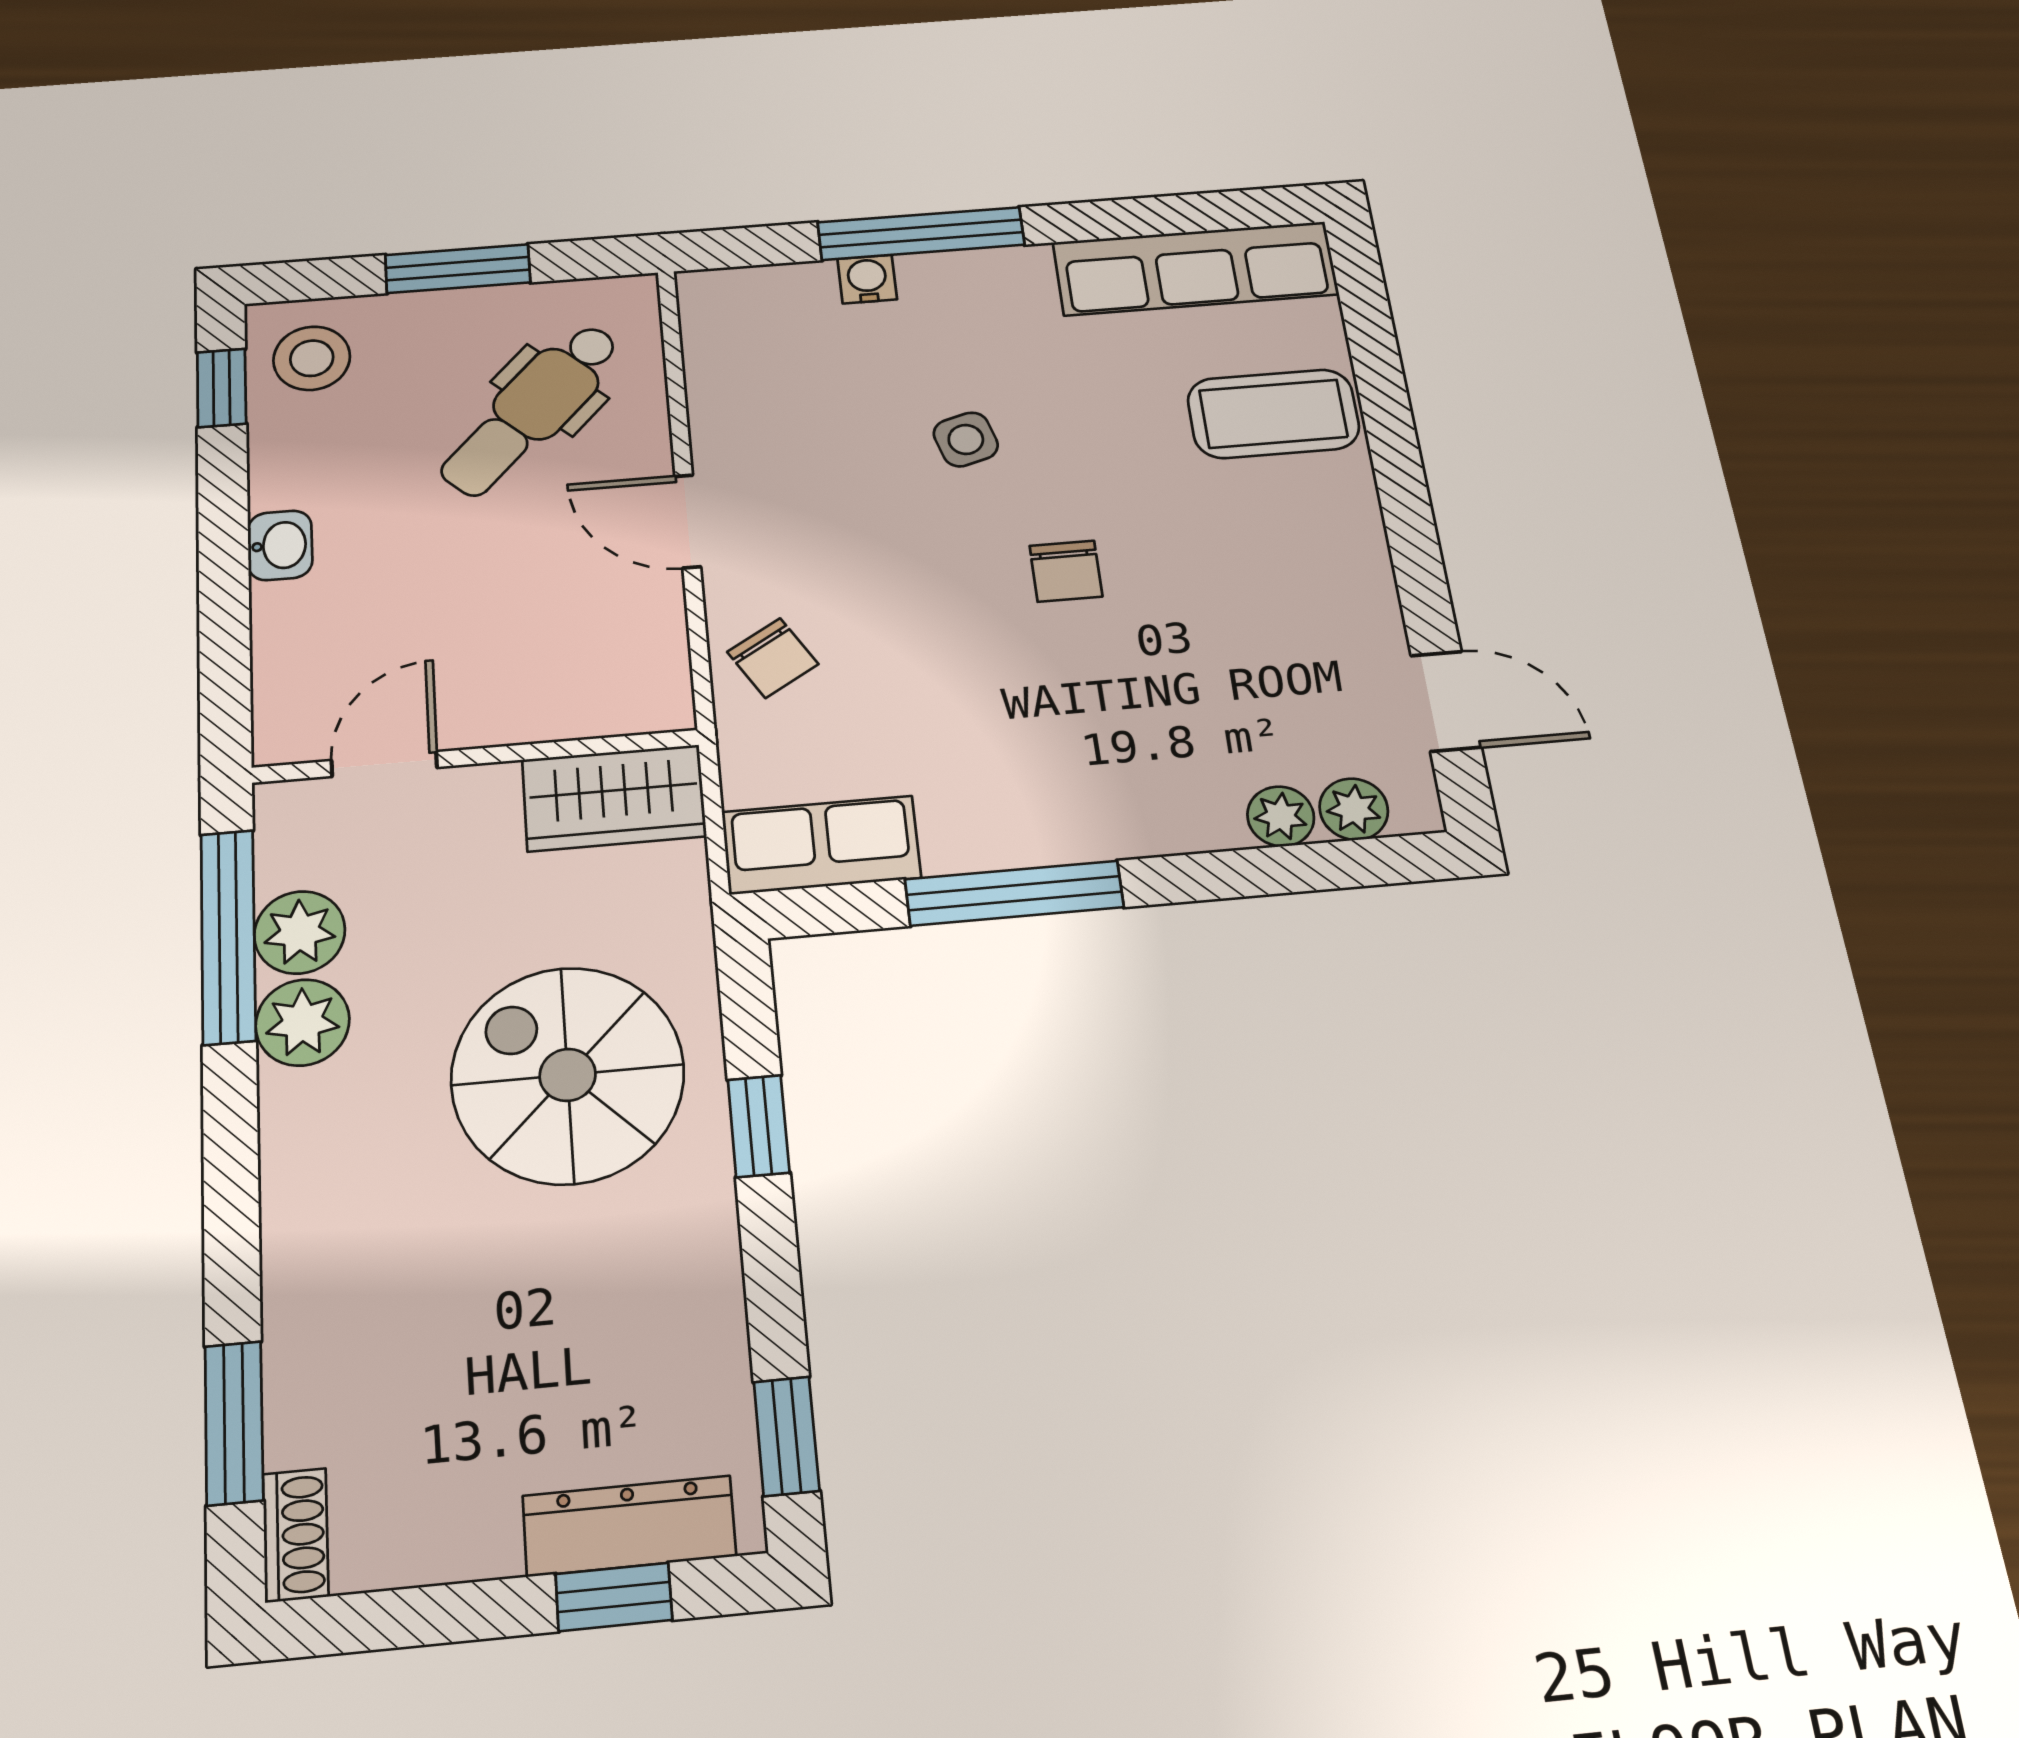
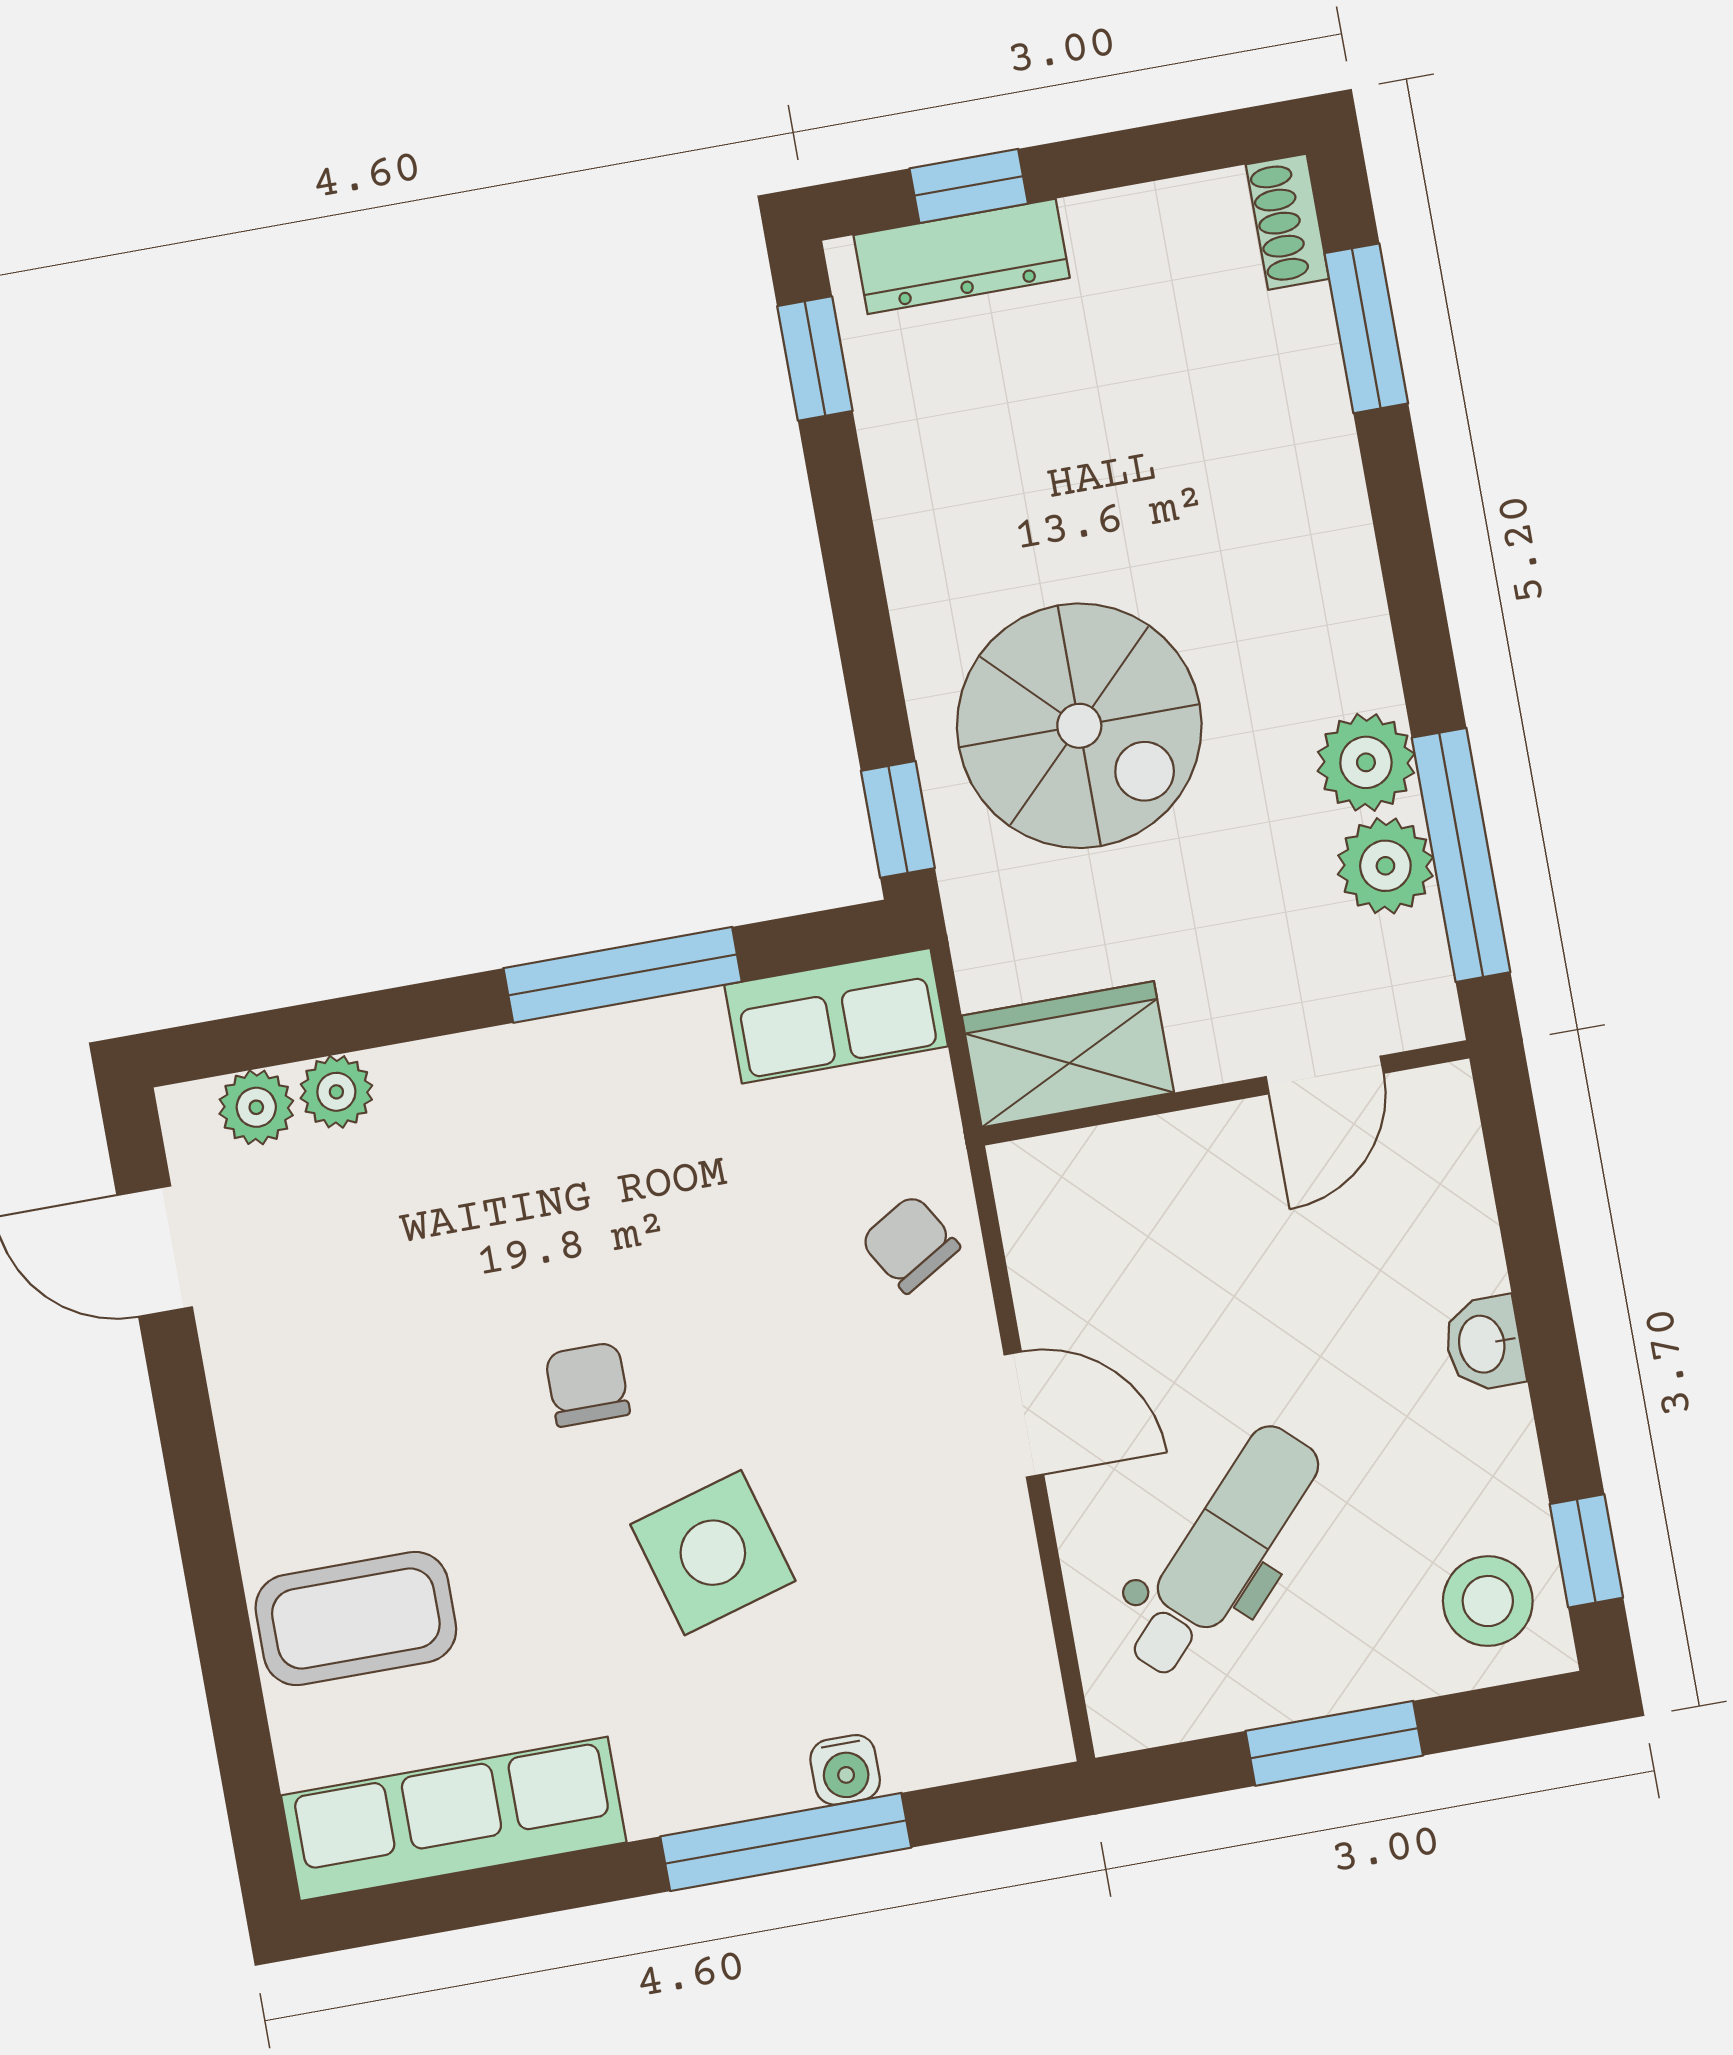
side table: (966, 439) -> (713, 1553), width x1.87, depth x1.87
window: (759, 1126) -> (898, 819), moved

